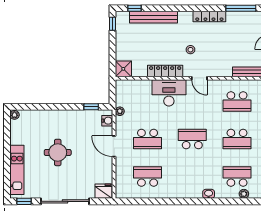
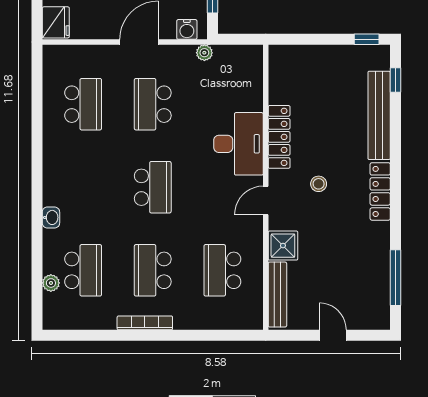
locker: (209, 16) -> (380, 191), moved
shower: (123, 69) -> (283, 246), moved

